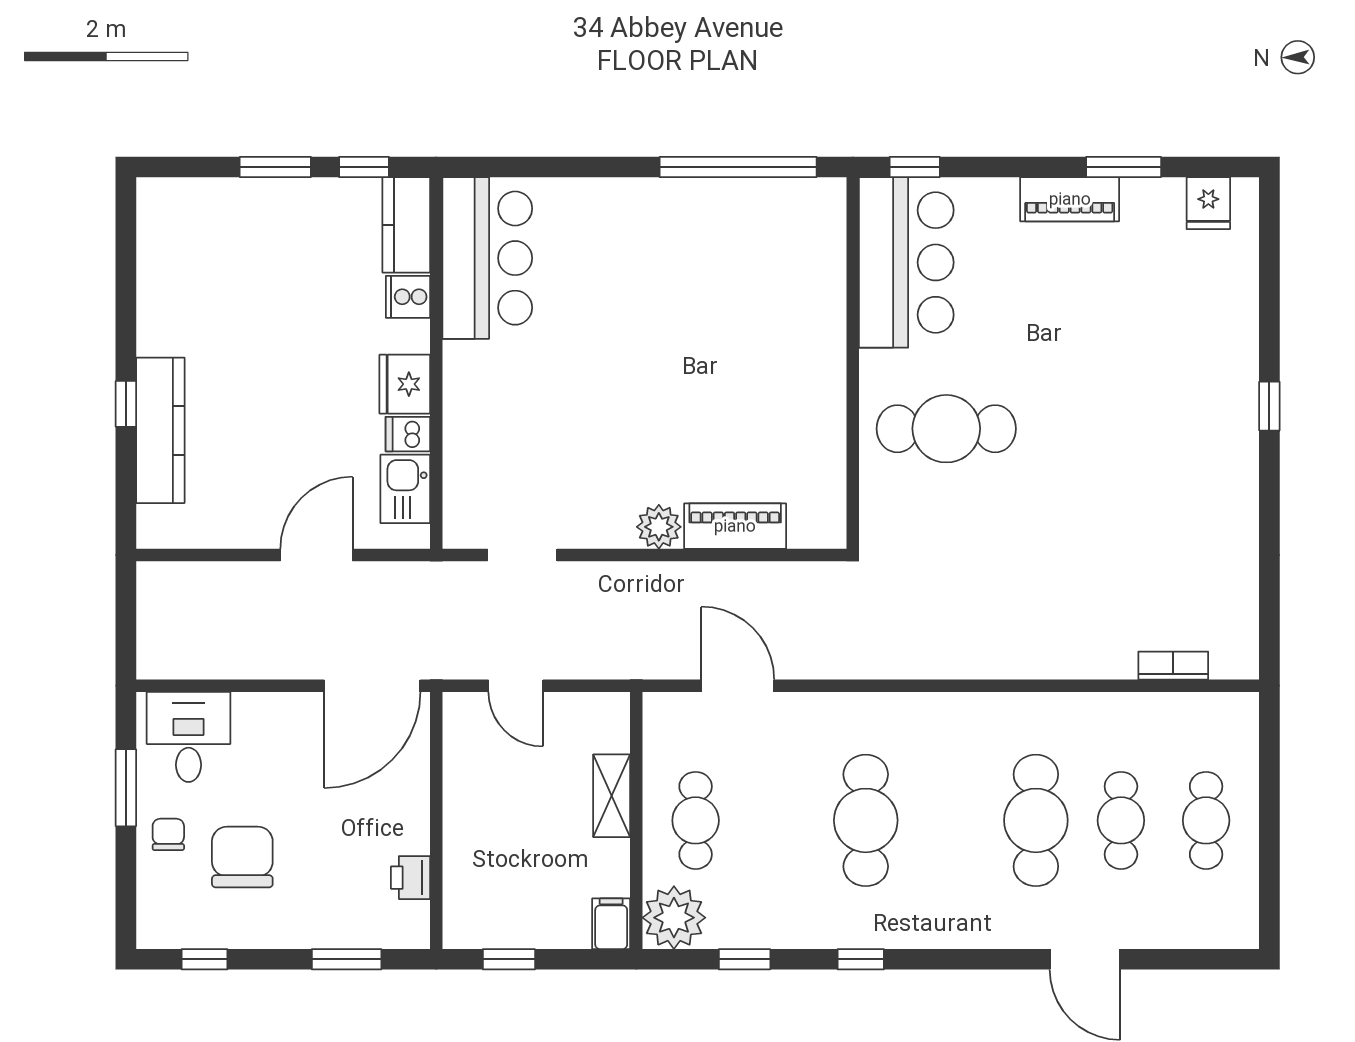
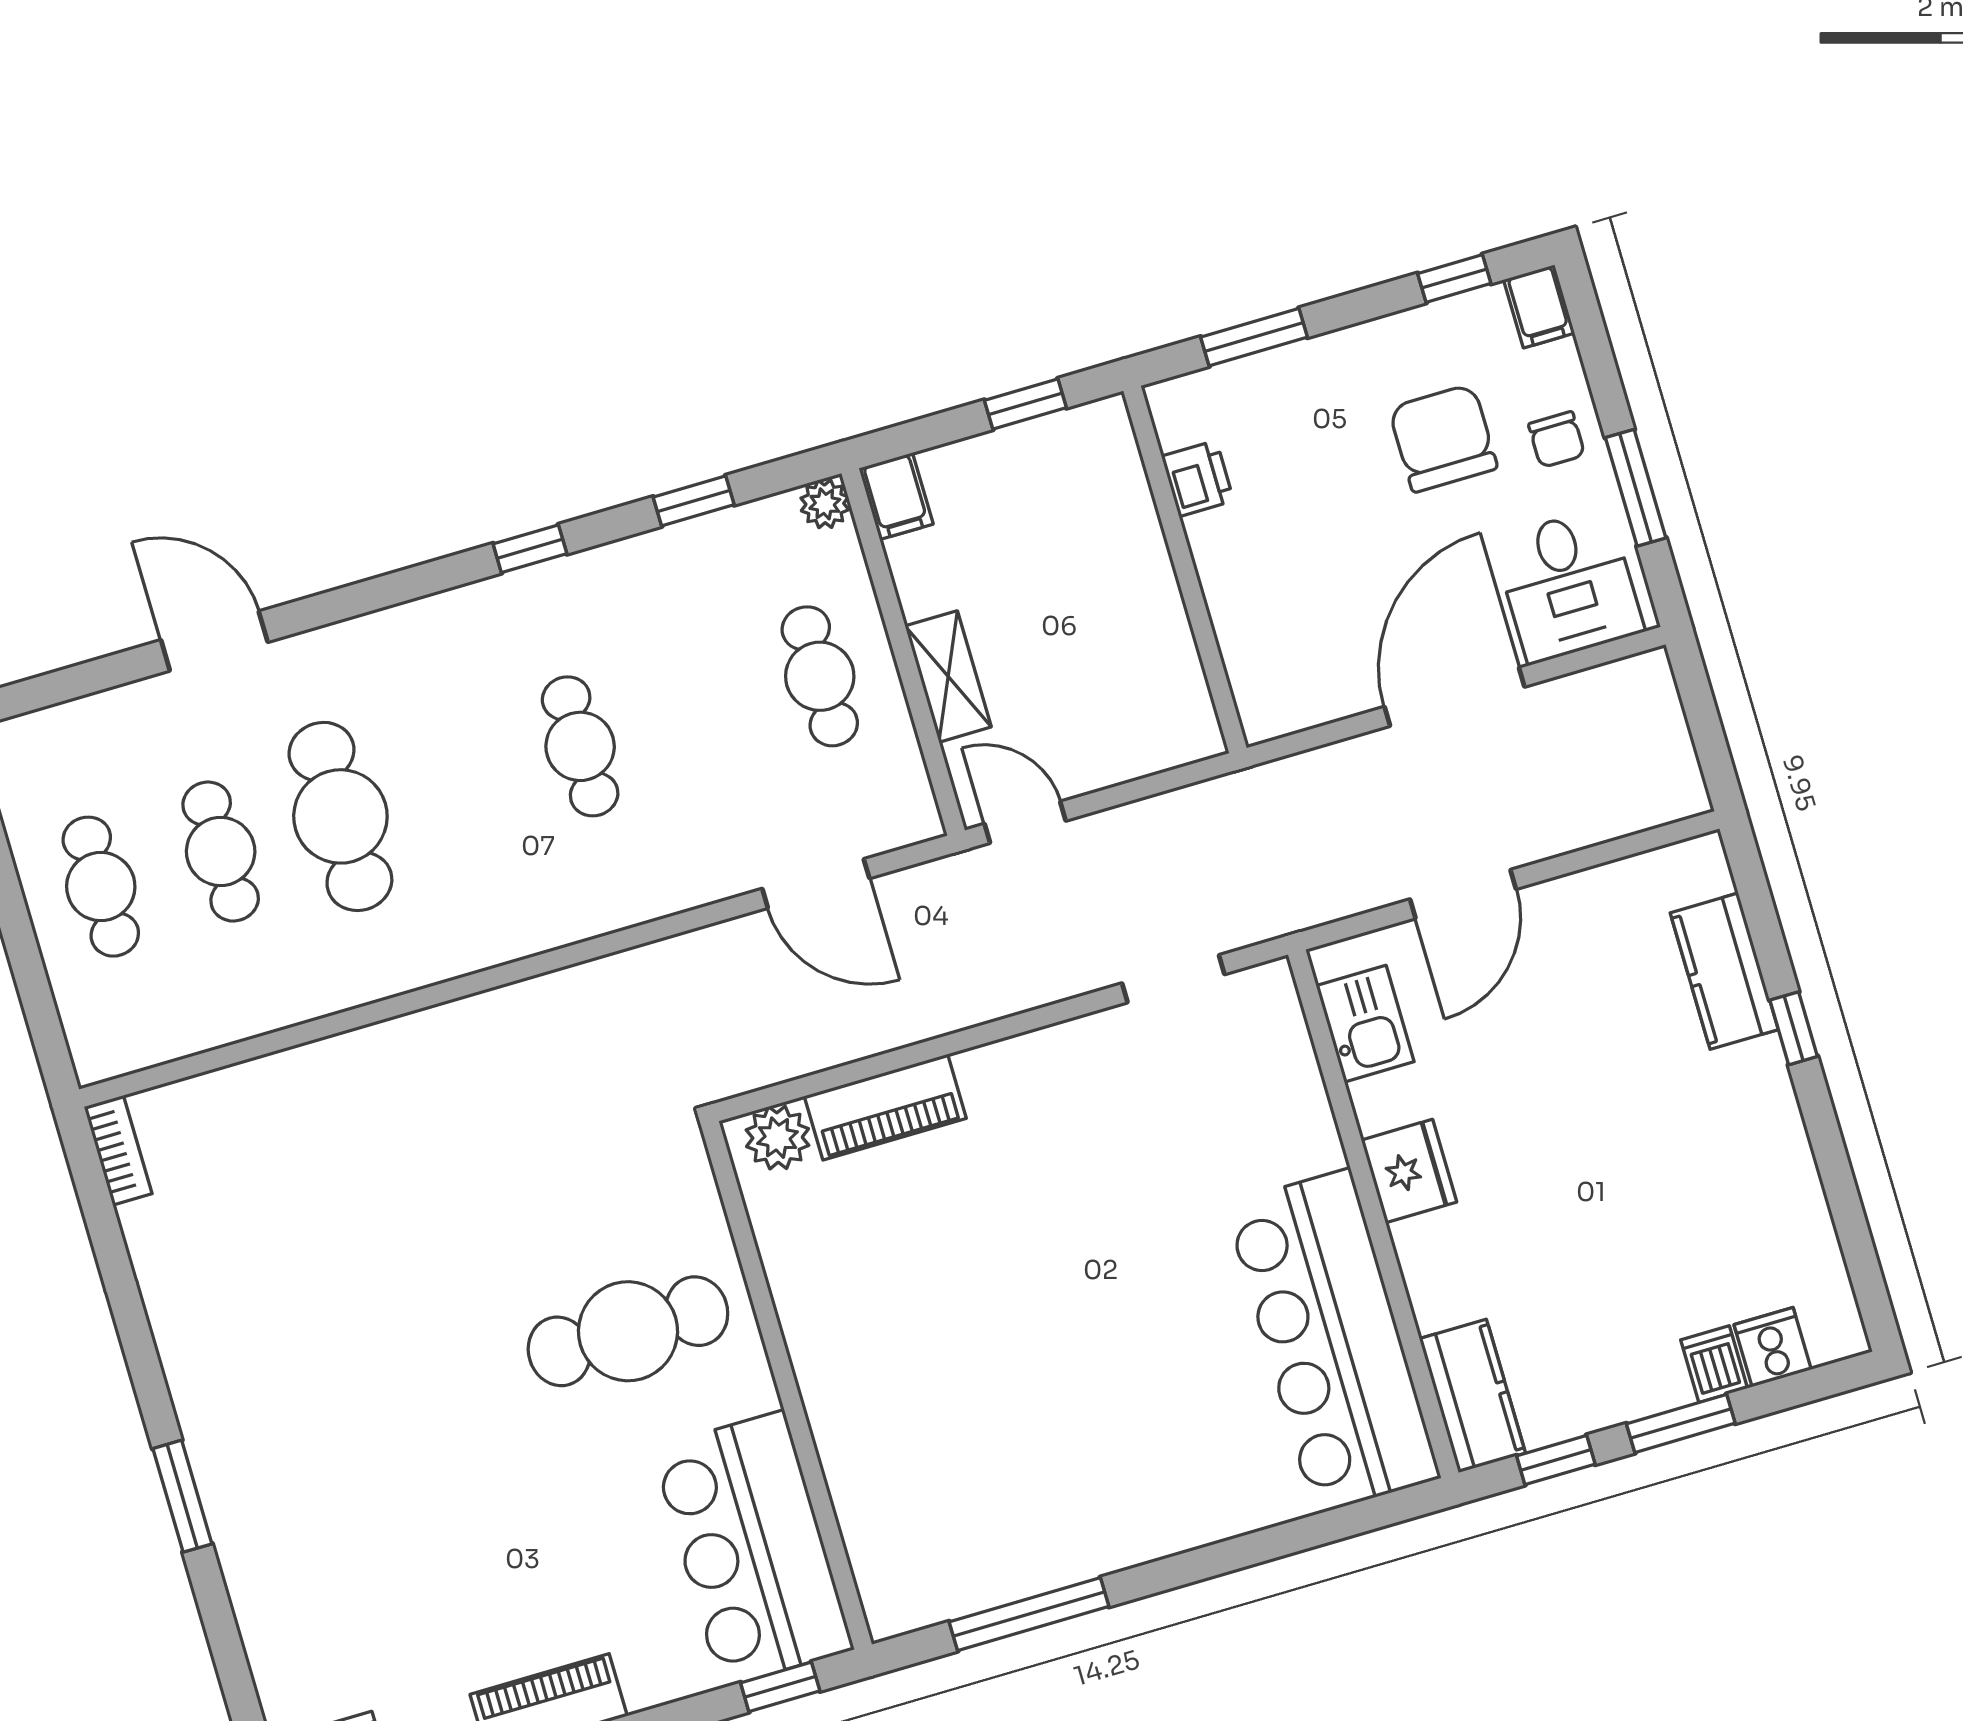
window: (738, 167) -> (1029, 1614), width x0.68
bar counter: (487, 258) -> (1333, 1341), width x1.36
cooker: (408, 297) -> (1773, 1347), moved, turned -90
window: (1269, 406) -> (182, 1496), width x1.50
kitchen counter: (160, 430) -> (1724, 971), width x0.67
dishwasher: (408, 434) -> (1714, 1364), moved, turned -90
plant: (659, 527) -> (778, 1138), moved
bookcase: (1173, 666) -> (118, 1150), moved, turned -90
door: (372, 686) -> (1454, 697), moved
door: (516, 686) -> (1025, 822), moved
cafe table: (866, 820) -> (580, 746), width x0.73, depth x0.74
chair: (242, 857) -> (1443, 438), turned 180
plant: (674, 918) -> (825, 504), width x0.53, depth x0.53
filing cabinet: (154, 925) -> (1539, 306), added

